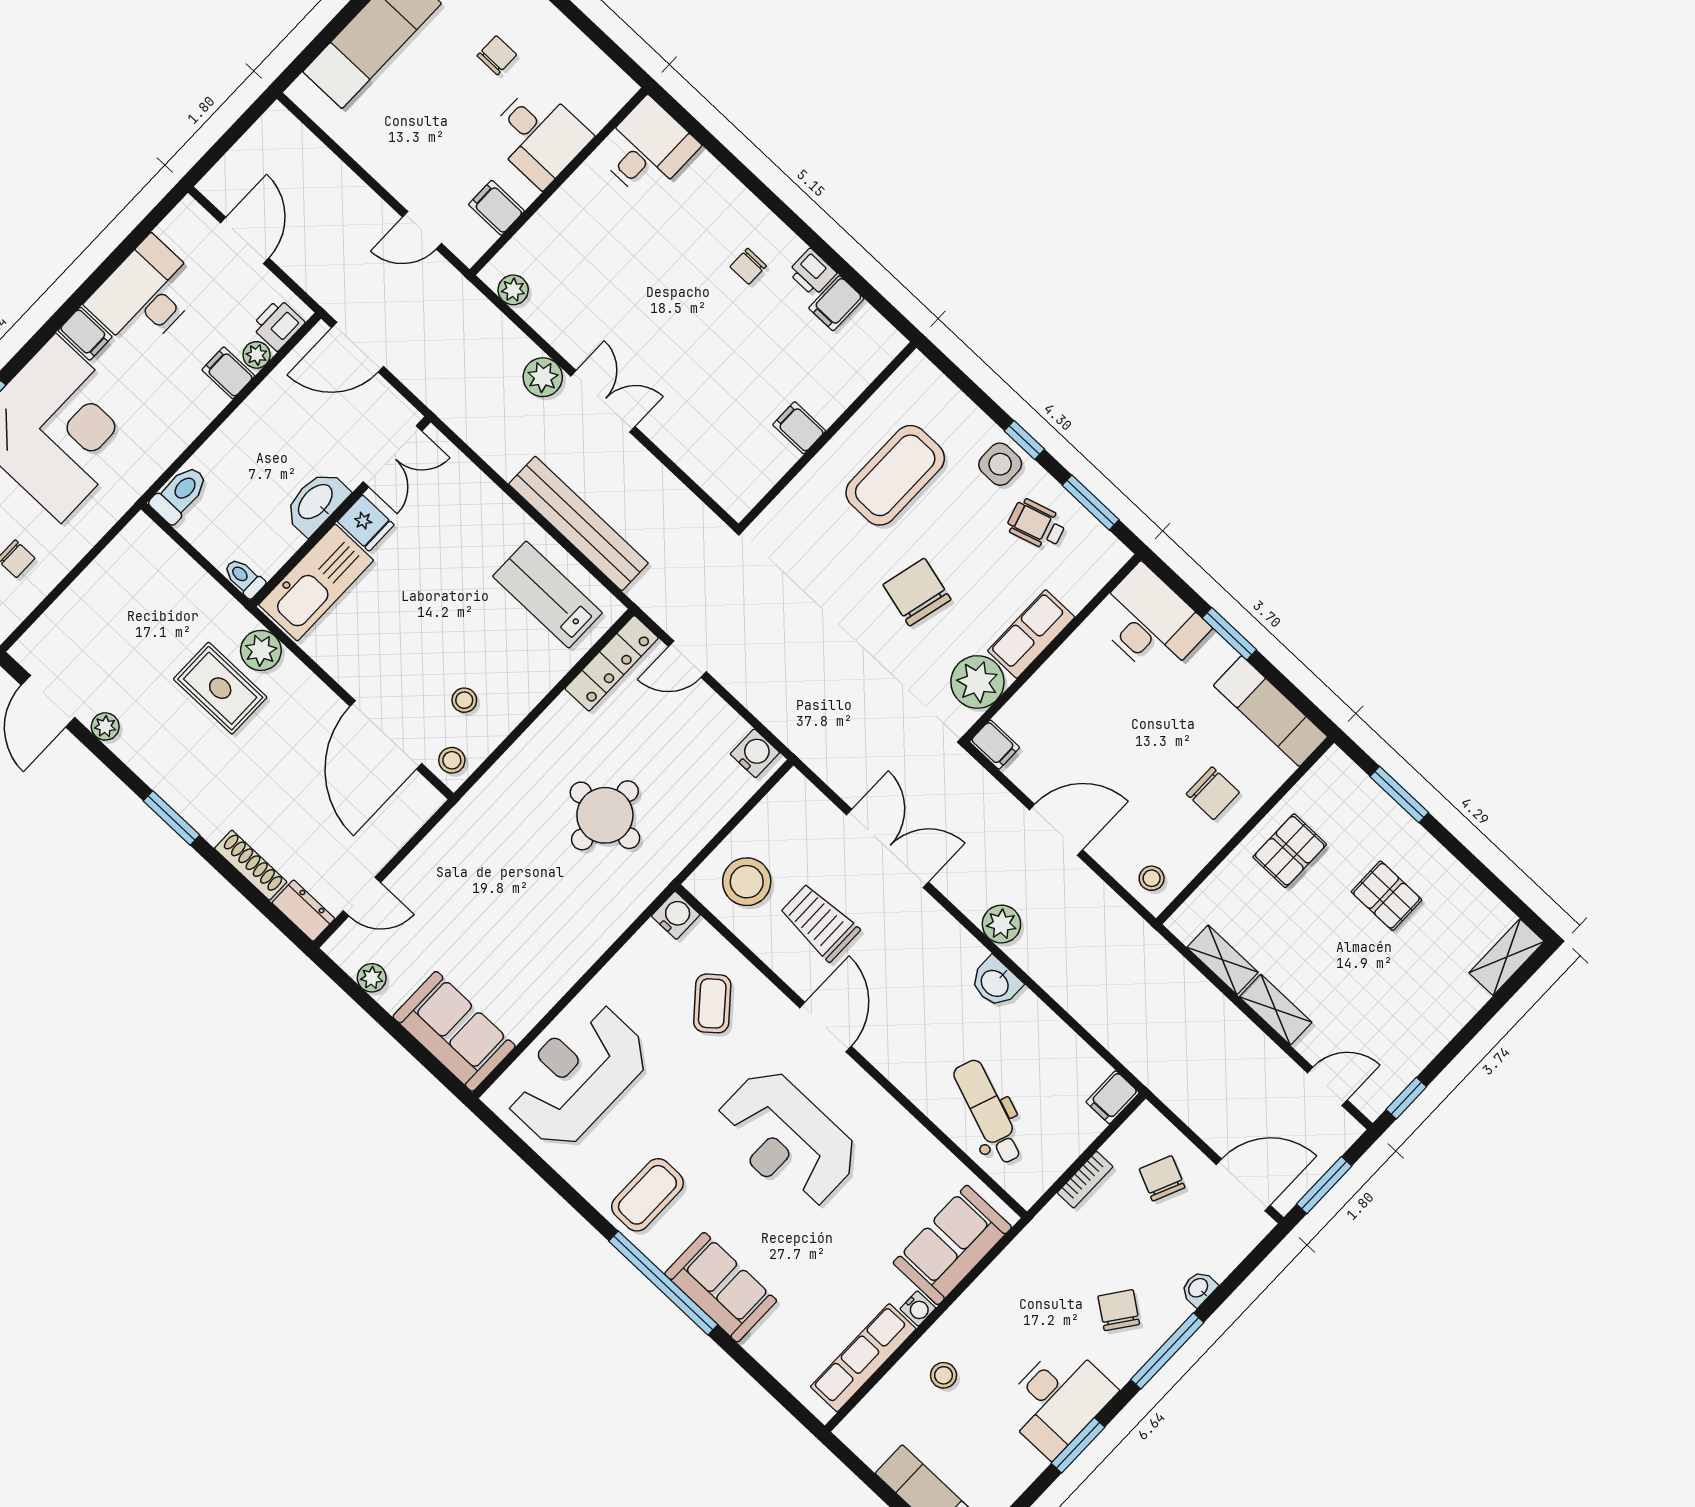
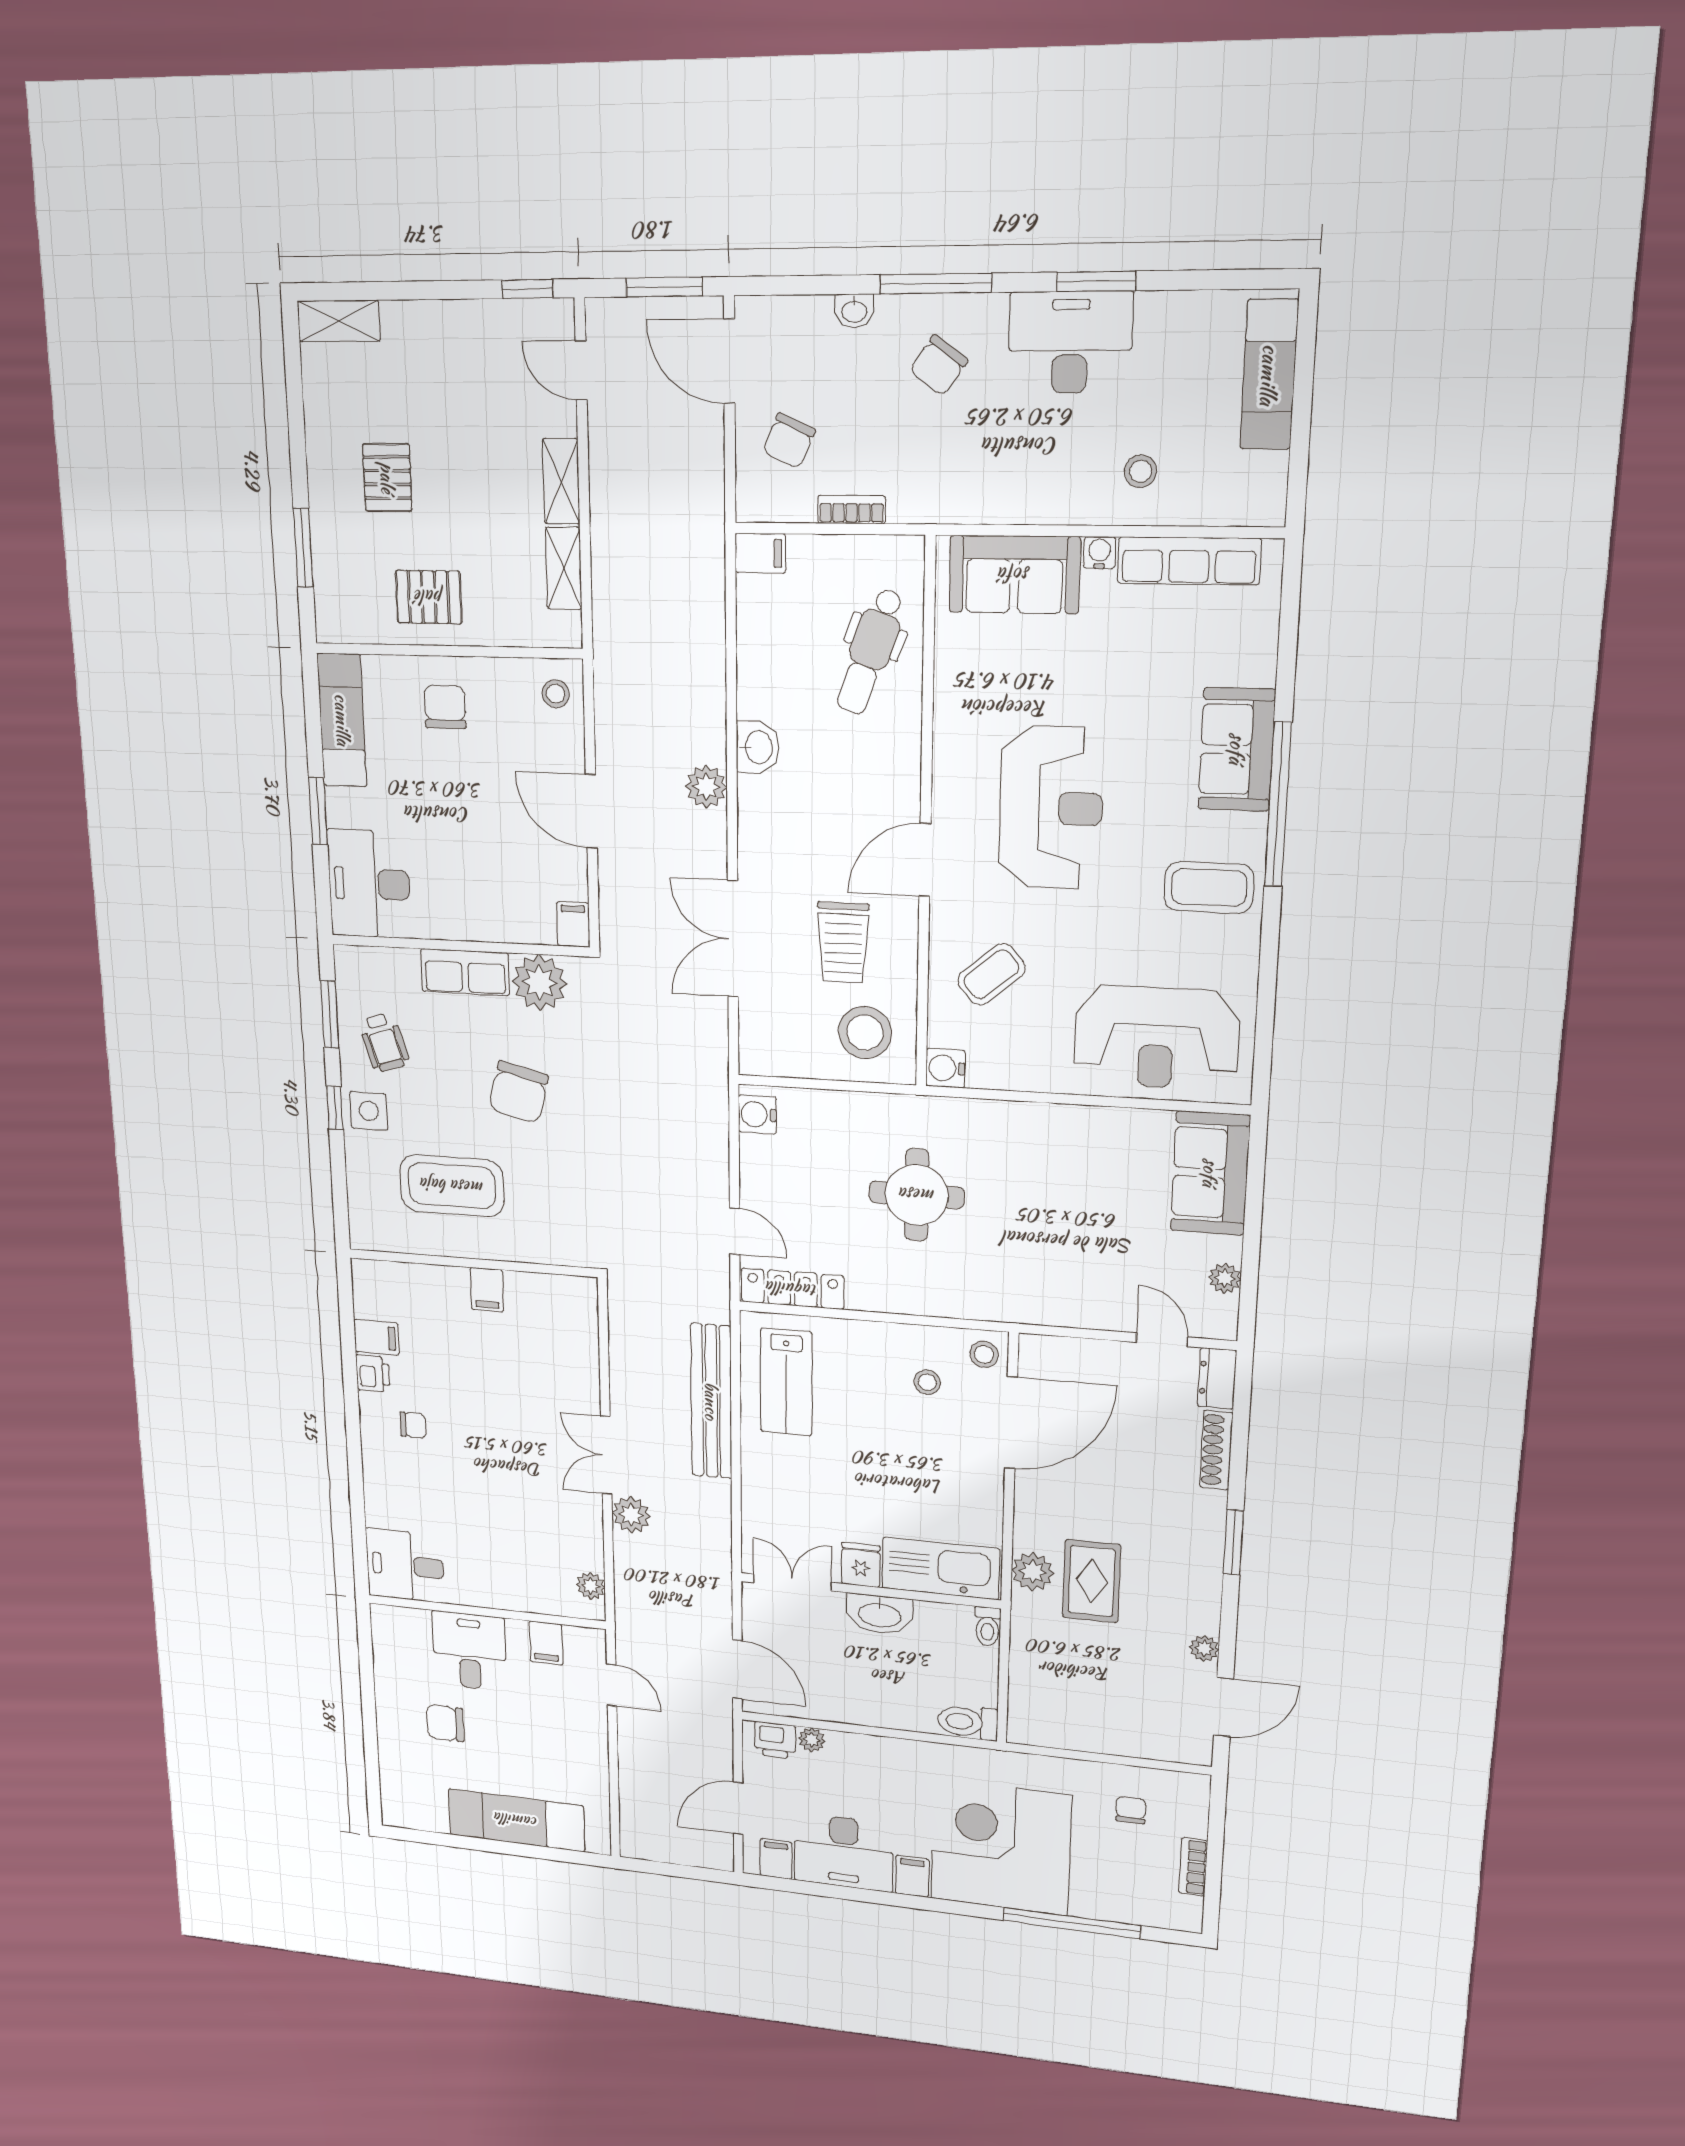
chair: (497, 55) -> (445, 1723), width x1.37, depth x1.37
filing cabinet: (228, 373) -> (776, 1859), moved, turned 180

